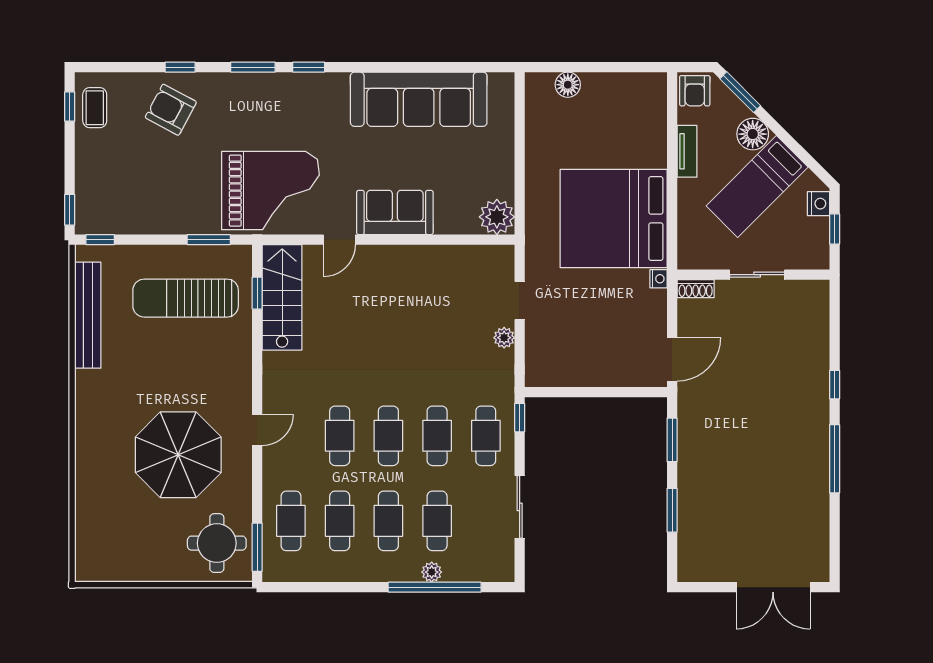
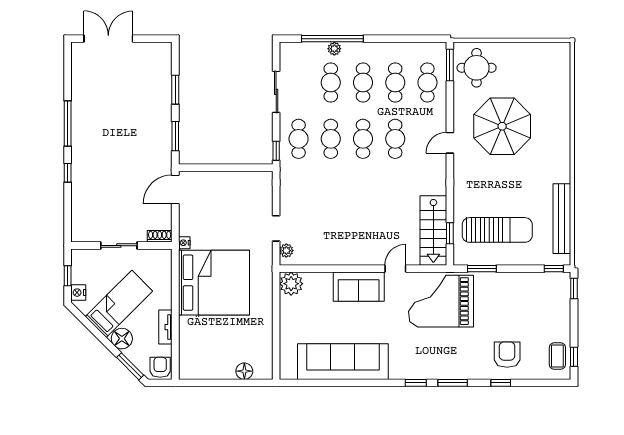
armchair: (171, 110) -> (507, 355), turned -118
plant: (504, 338) -> (286, 251), moved

